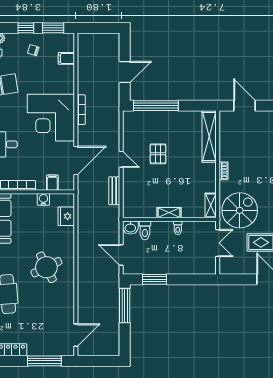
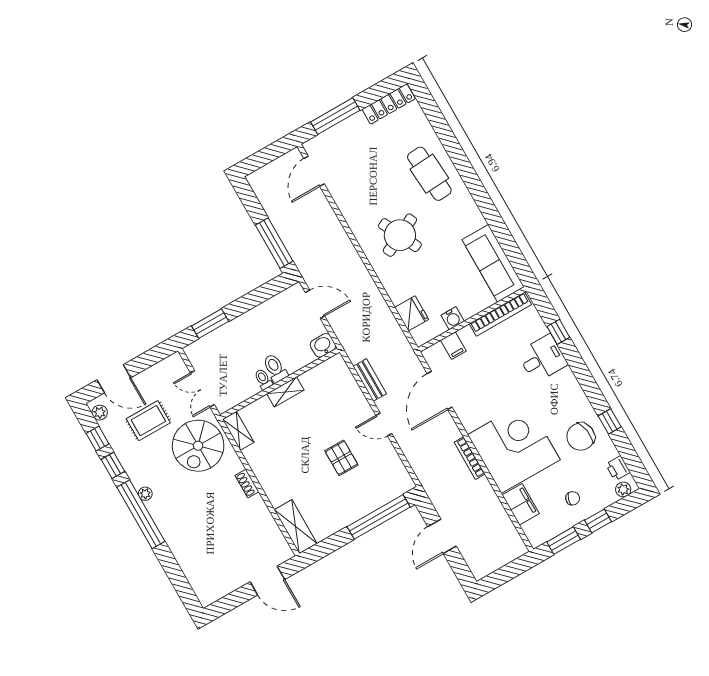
filing cabinet: (66, 58) -> (521, 504), width x2.00
corner desk: (51, 118) -> (514, 447), moved
shelving: (209, 136) -> (296, 527), width x0.68
toilet: (145, 230) -> (275, 368), moved
window: (154, 279) -> (210, 324), moved

